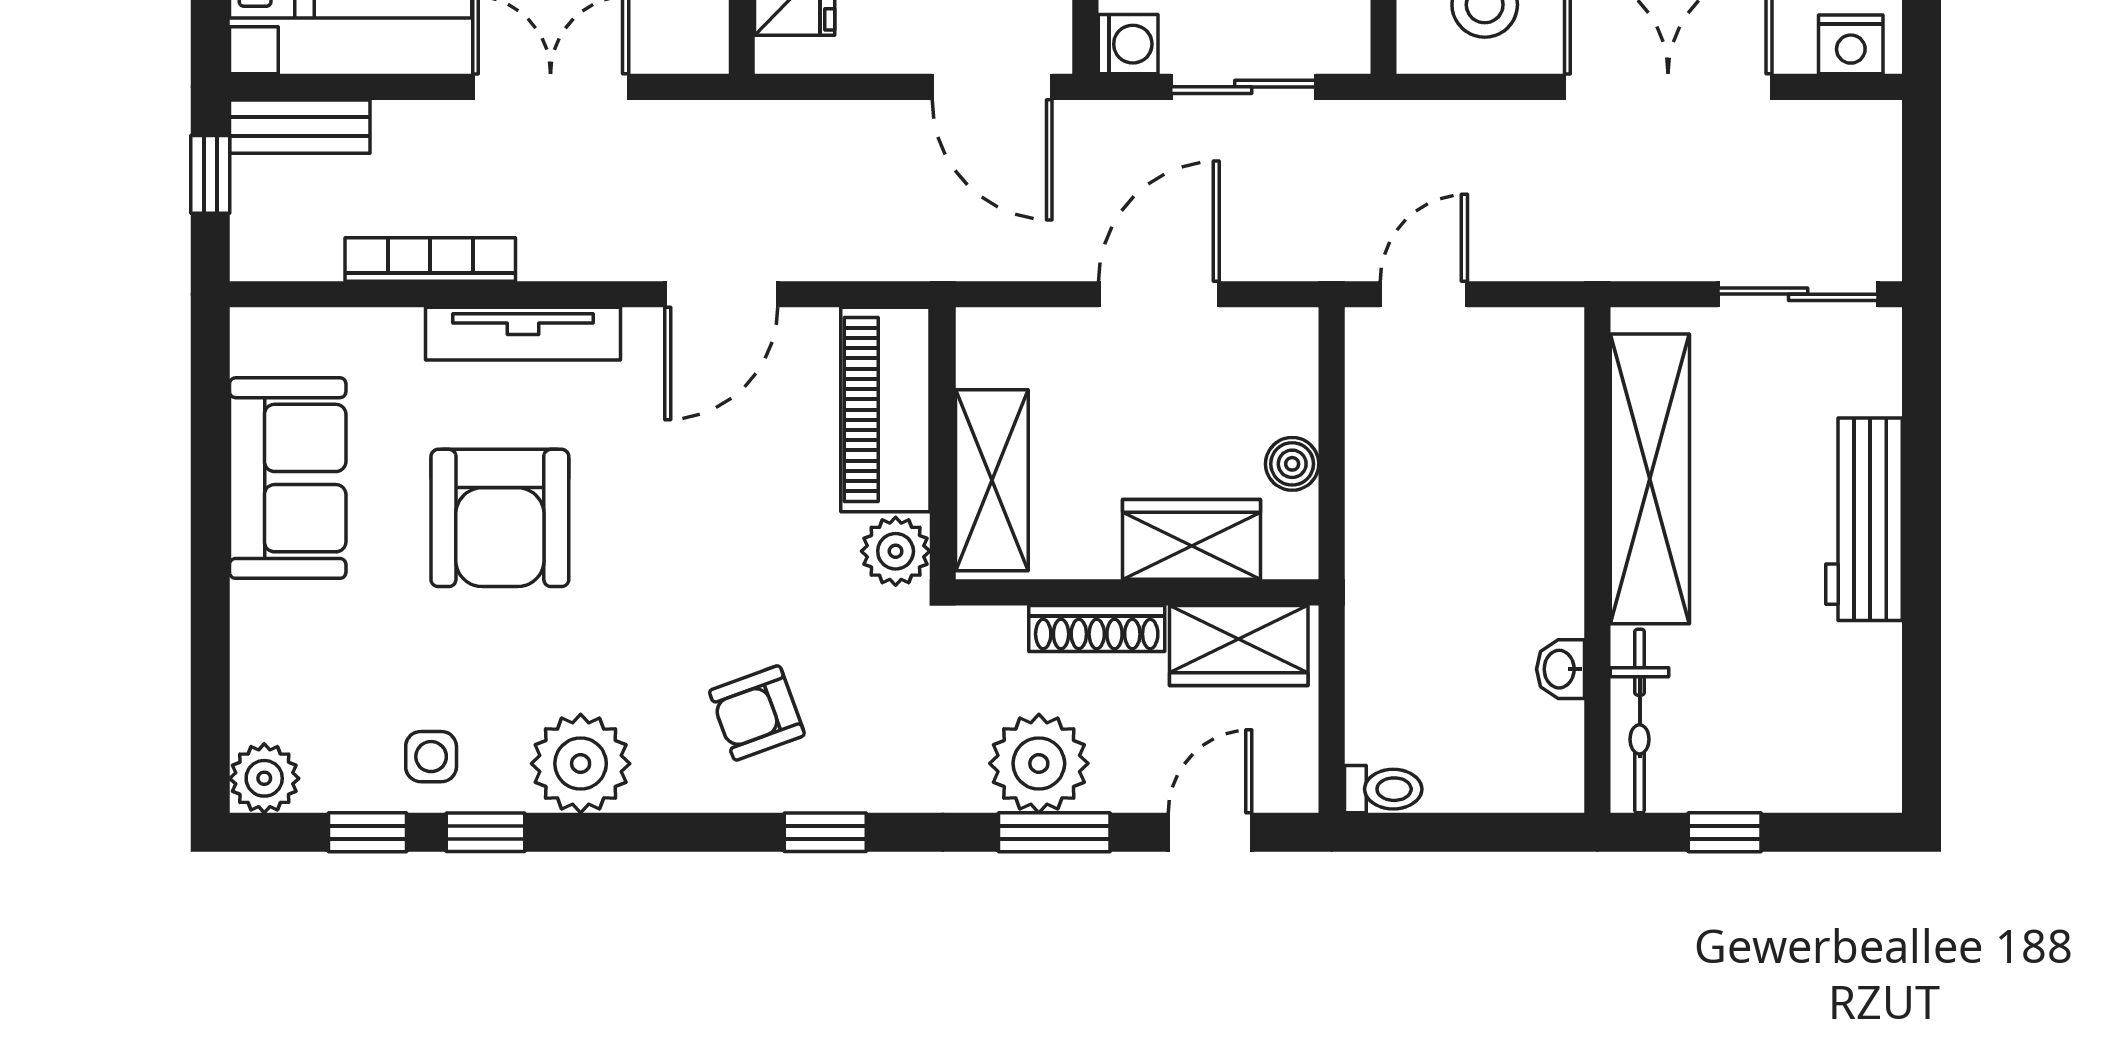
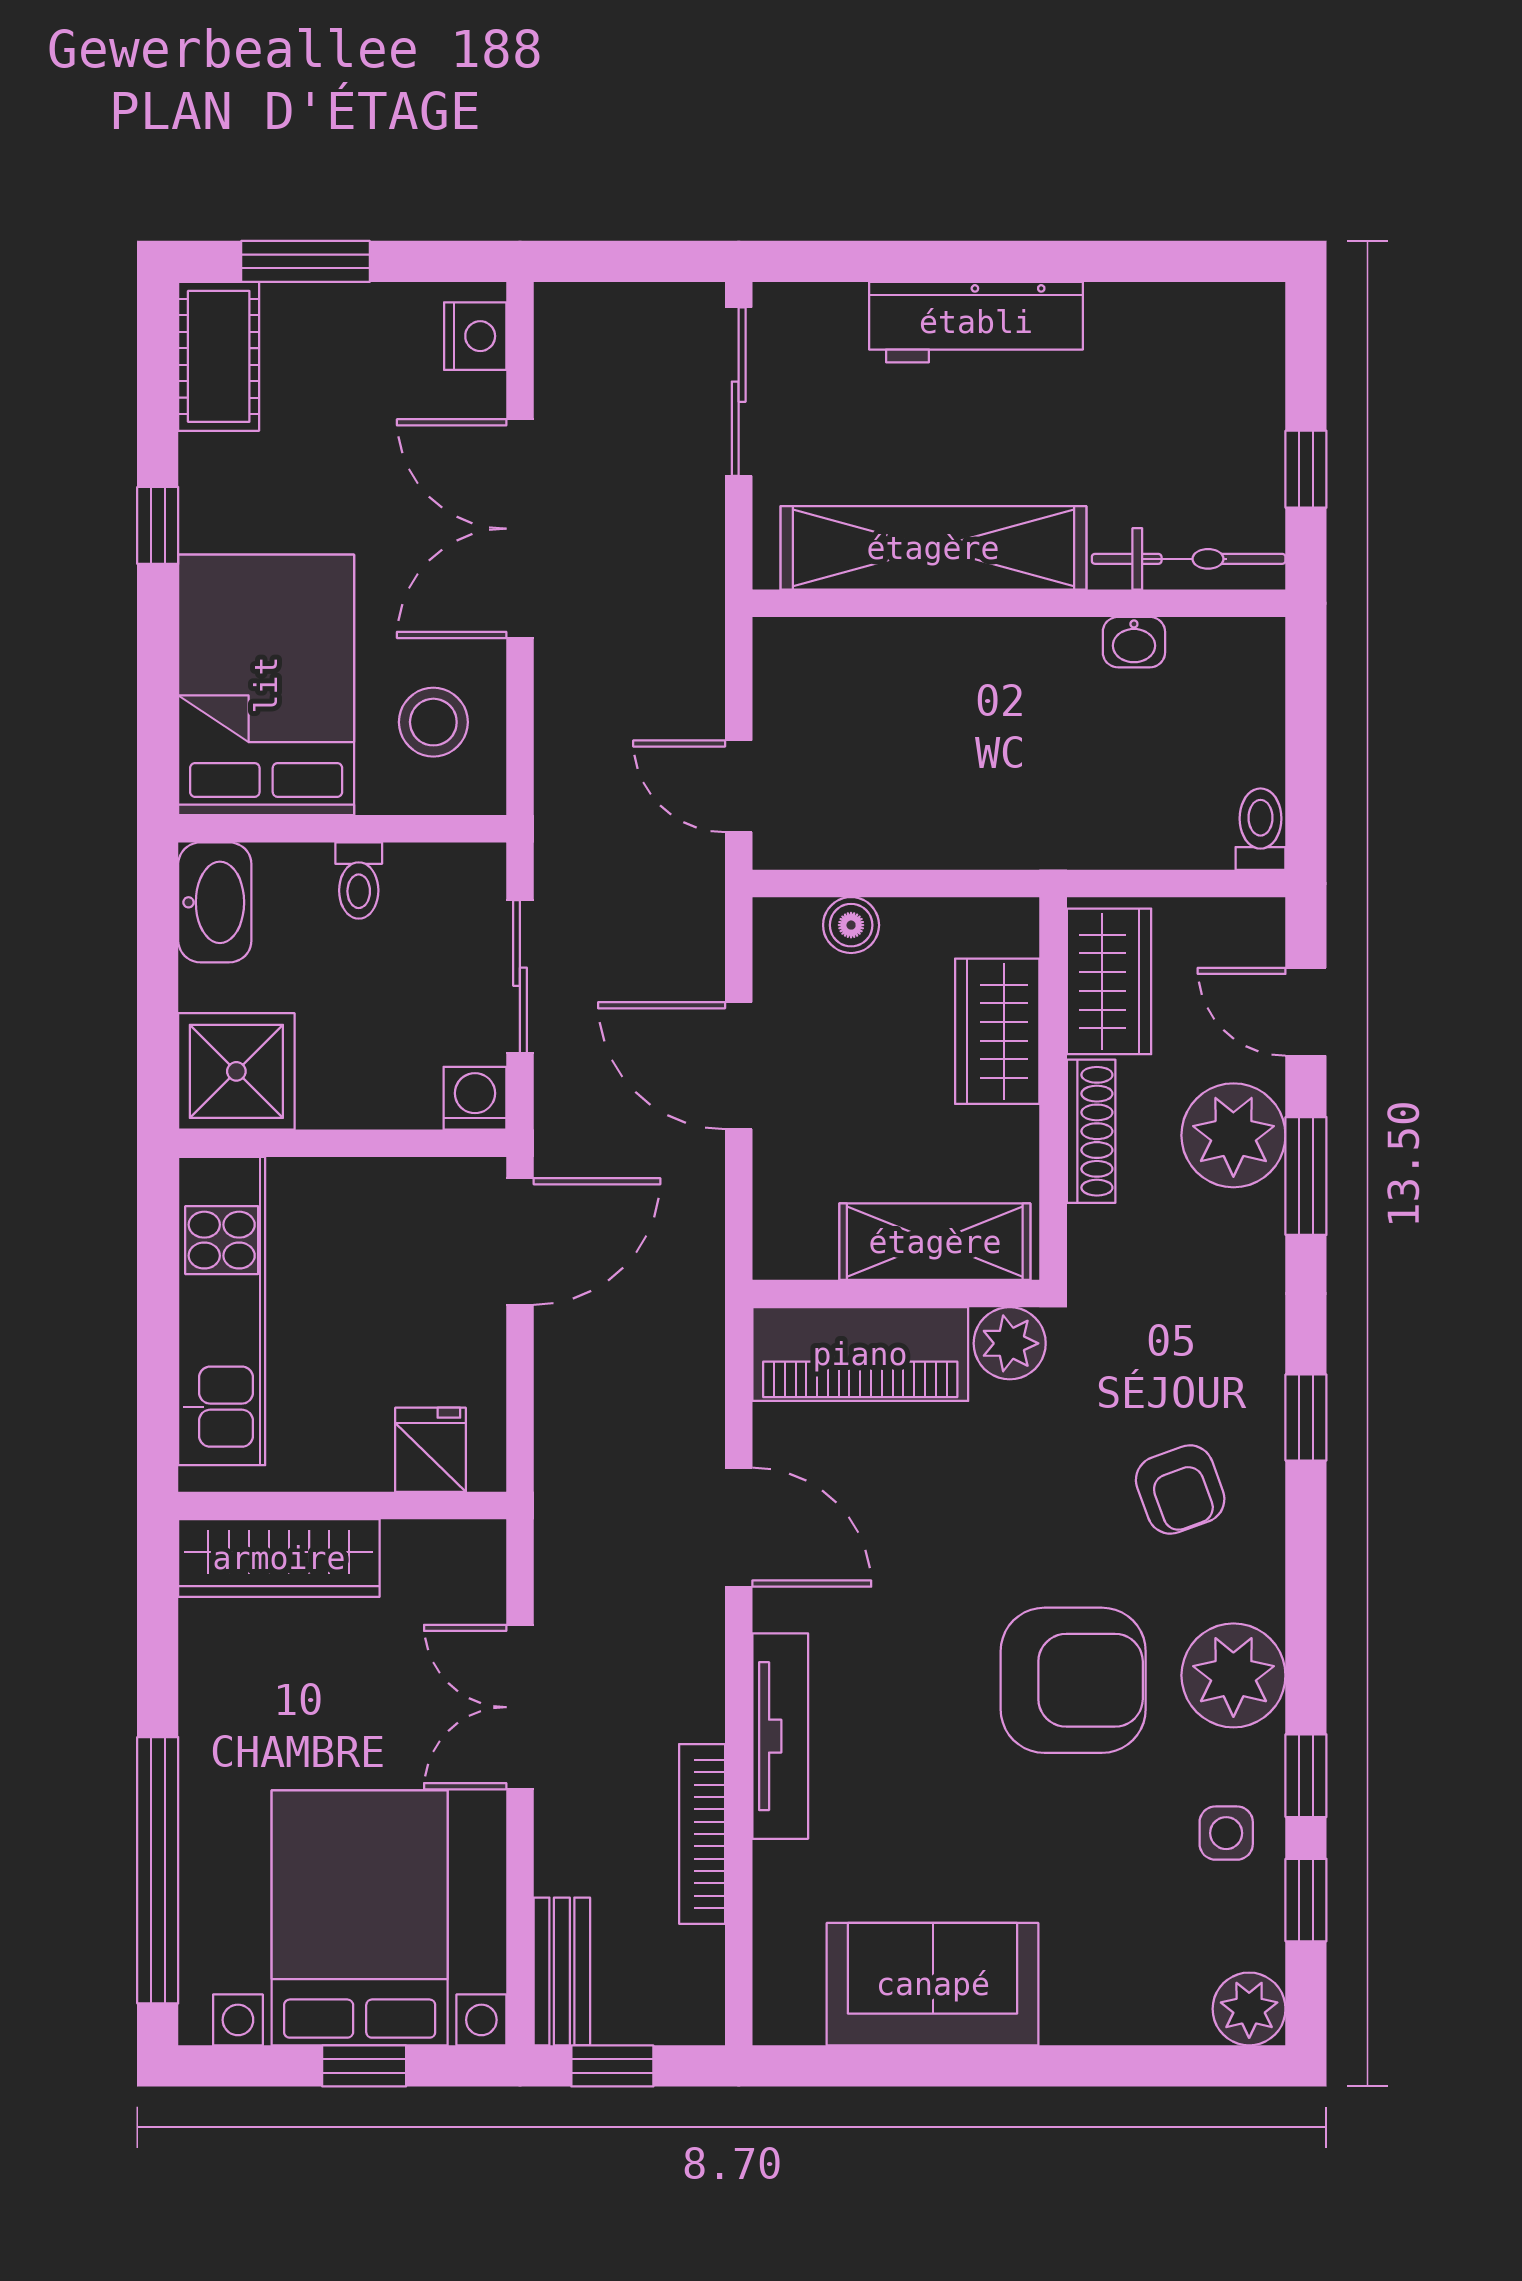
boiler: (1292, 464) -> (851, 925), moved
armchair: (500, 518) -> (1073, 1680), moved
plant: (1039, 763) -> (1233, 1135), moved

